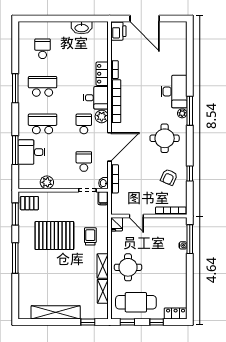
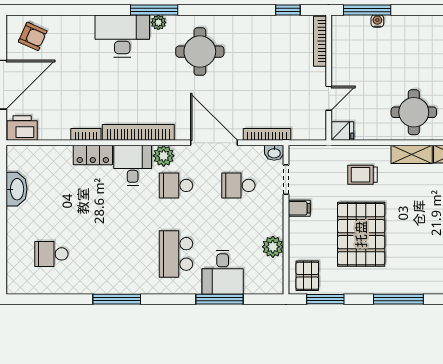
school desk: (43, 86) -> (114, 254), removed
window: (190, 174) -> (288, 10), moved
armchair: (169, 177) -> (33, 36), moved
filing cabinet: (103, 198) -> (299, 208), moved

